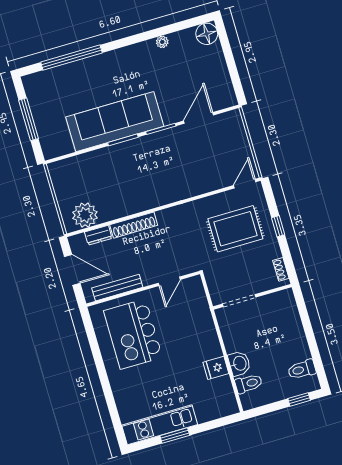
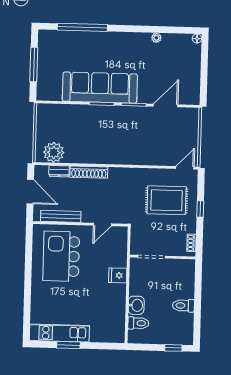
floor lamp: (207, 34) -> (197, 39), width x0.53, depth x0.53
fridge: (216, 368) -> (118, 275), moved
toilet: (302, 369) -> (183, 306), moved

